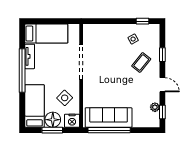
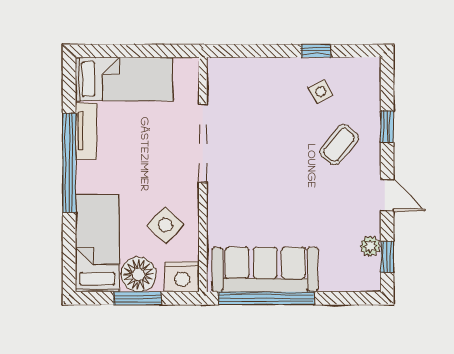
window: (143, 21) -> (316, 51), moved

